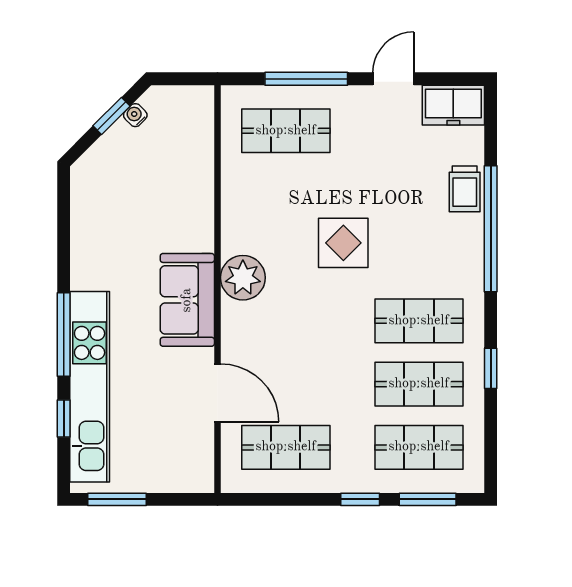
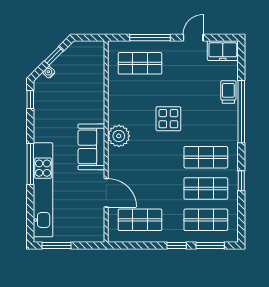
water cooler: (135, 115) -> (49, 72), moved
trolley: (465, 189) -> (228, 92), turned 180
window: (64, 419) -> (30, 99), moved

